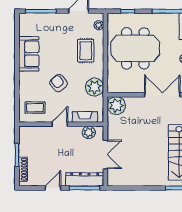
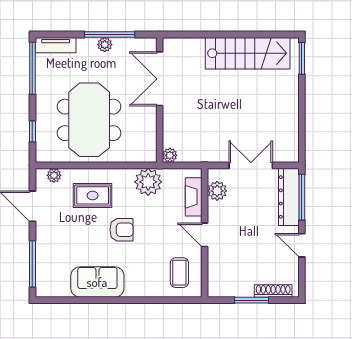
armchair: (58, 83) -> (121, 230), moved, turned -141
plant: (116, 106) -> (170, 155), width x0.53, depth x0.53

